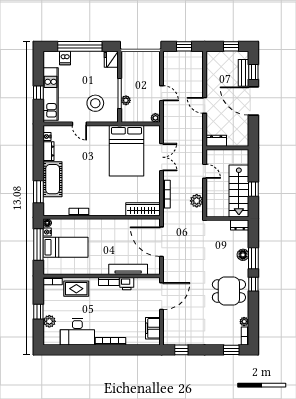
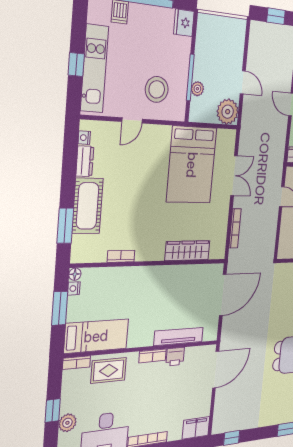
plant: (155, 118) -> (228, 112), width x1.88, depth x1.88
door: (79, 124) -> (132, 120), hinge flipped
plant: (197, 201) -> (269, 237), removed
wardrobe: (143, 209) -> (187, 251), moved
door: (162, 242) -> (223, 295), swing flipped
window: (38, 244) -> (60, 308), width x0.69
bed: (66, 247) -> (96, 336), moved
filing cabinet: (153, 328) -> (196, 428), moved, turned 90

